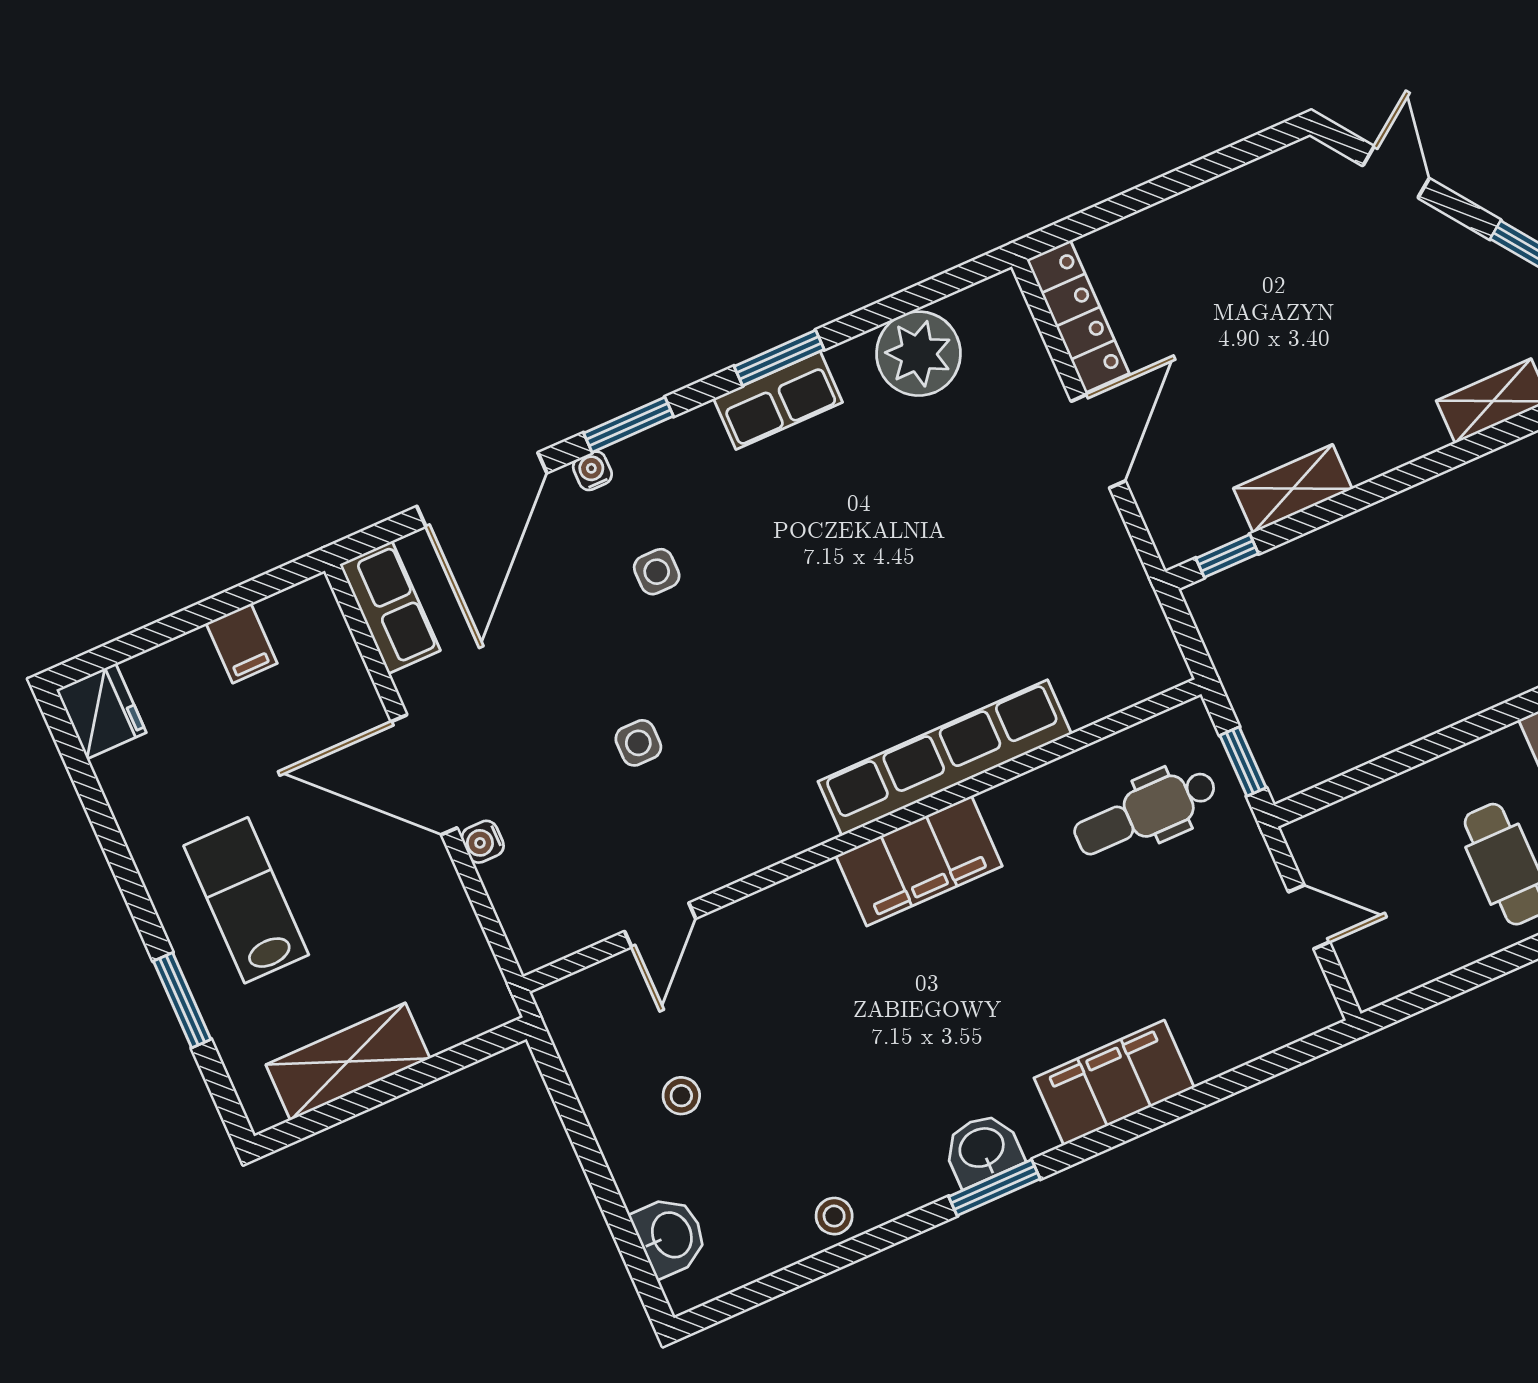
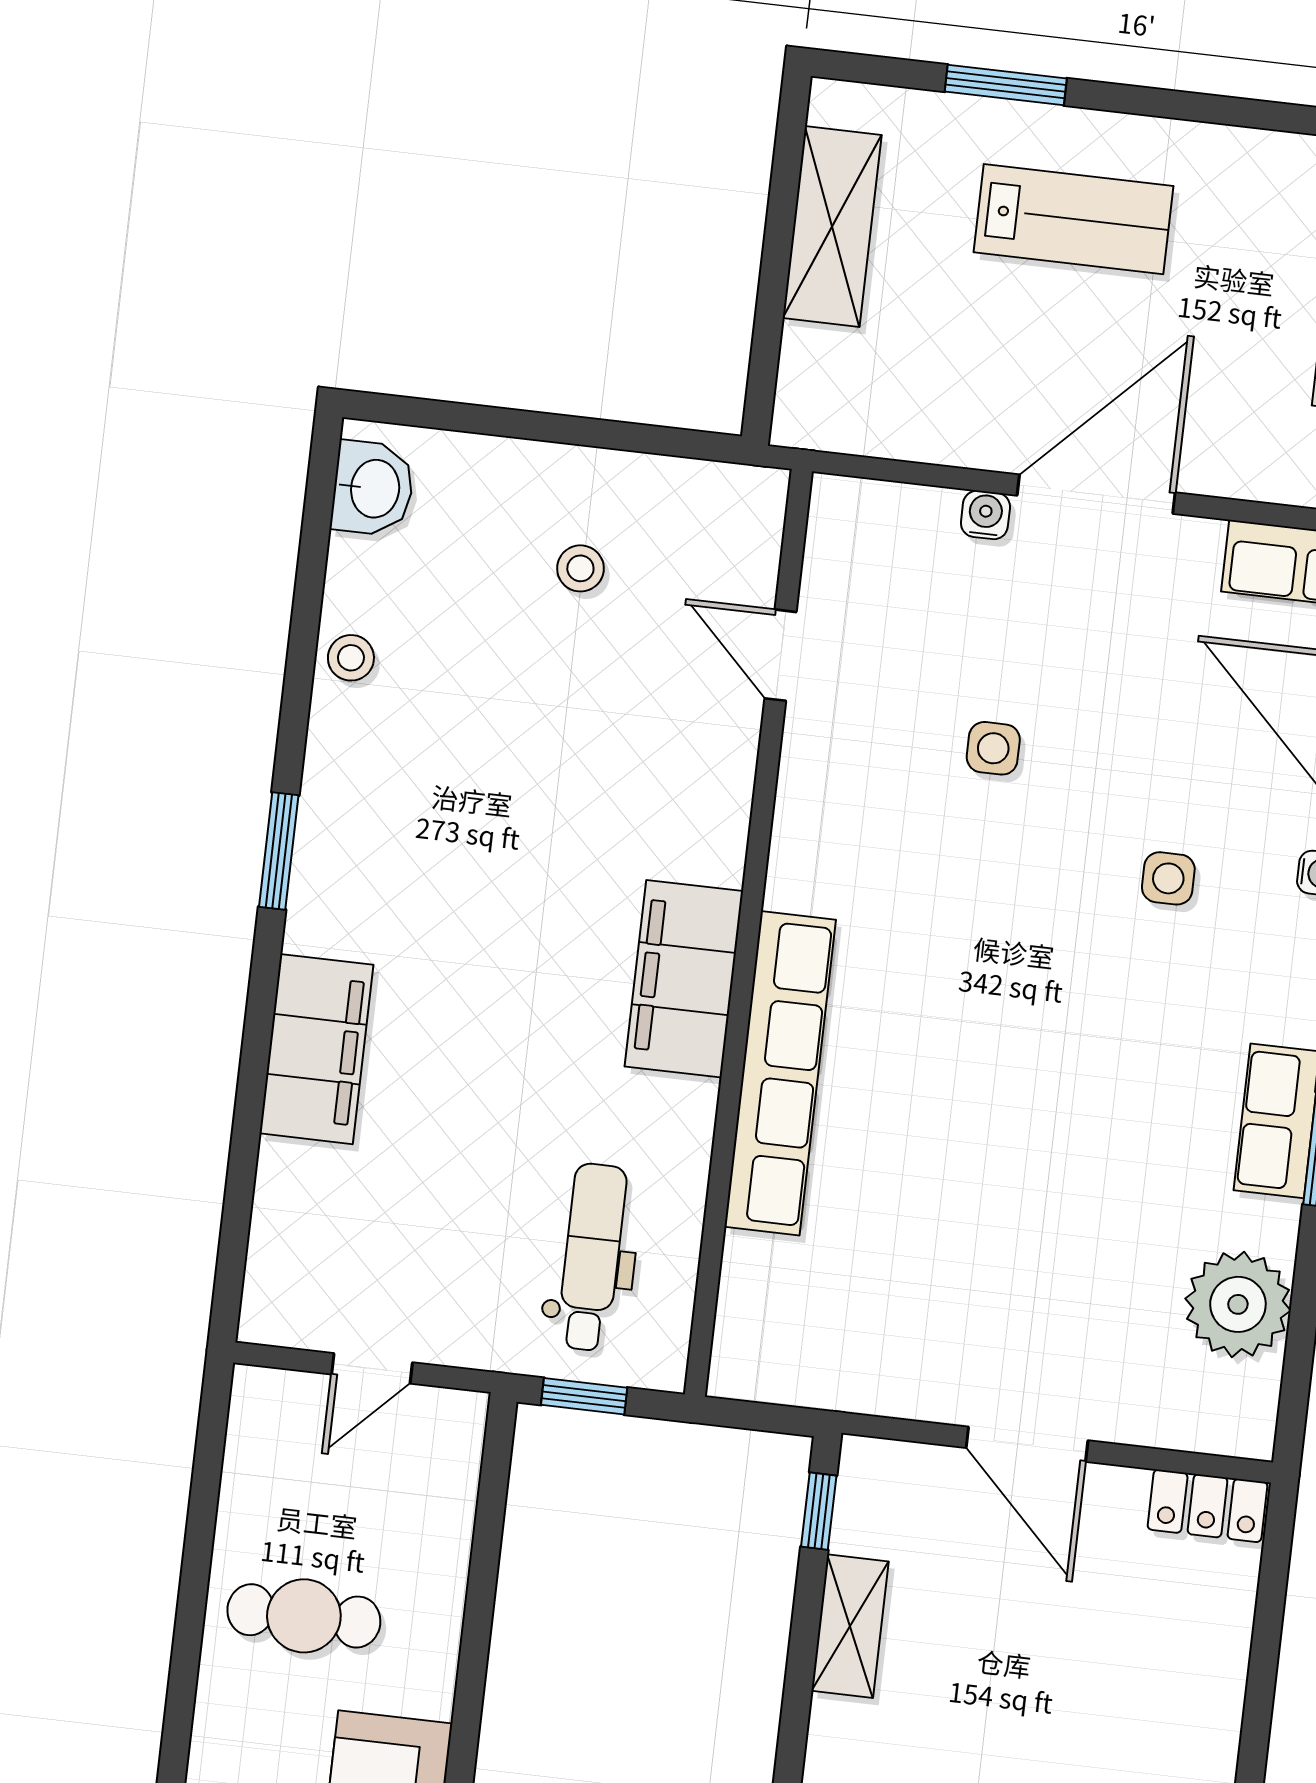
locker: (1078, 317) -> (1208, 1506), width x0.66
washbasin: (982, 1149) -> (329, 863), removed
washbasin: (670, 1236) -> (373, 488), moved, turned -90

